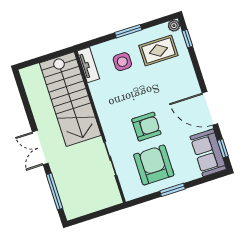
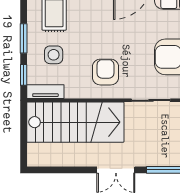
window: (97, 41) -> (24, 75), added
armchair: (146, 127) -> (105, 72), moved

